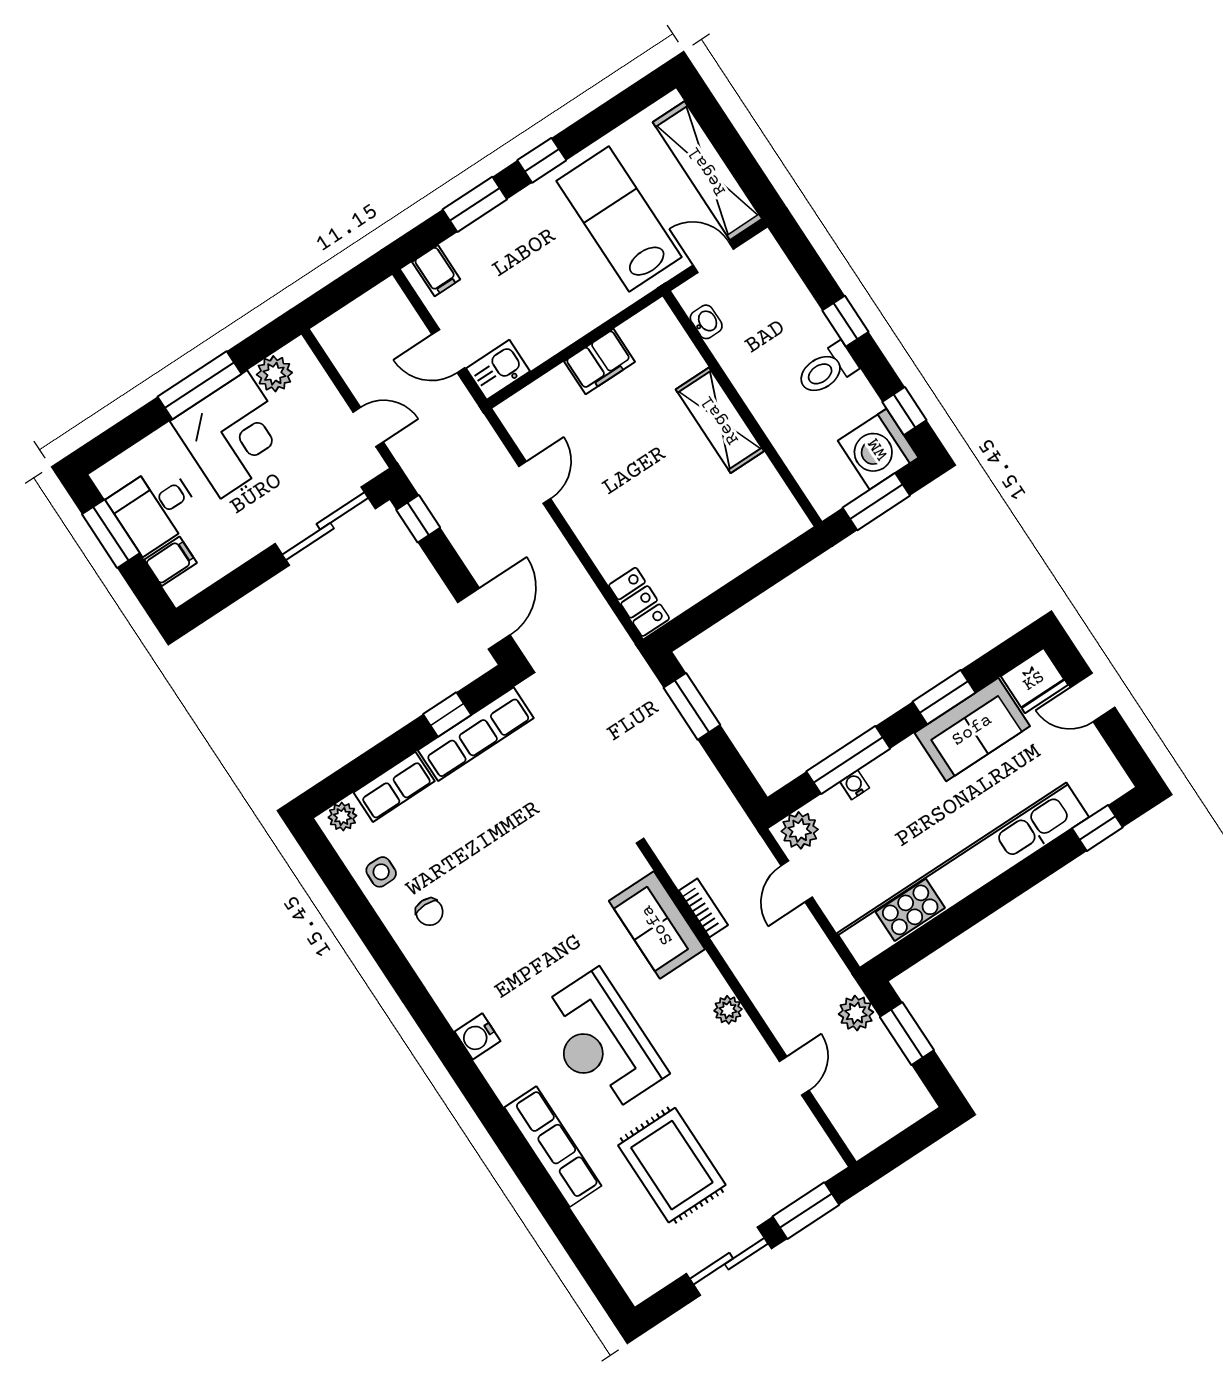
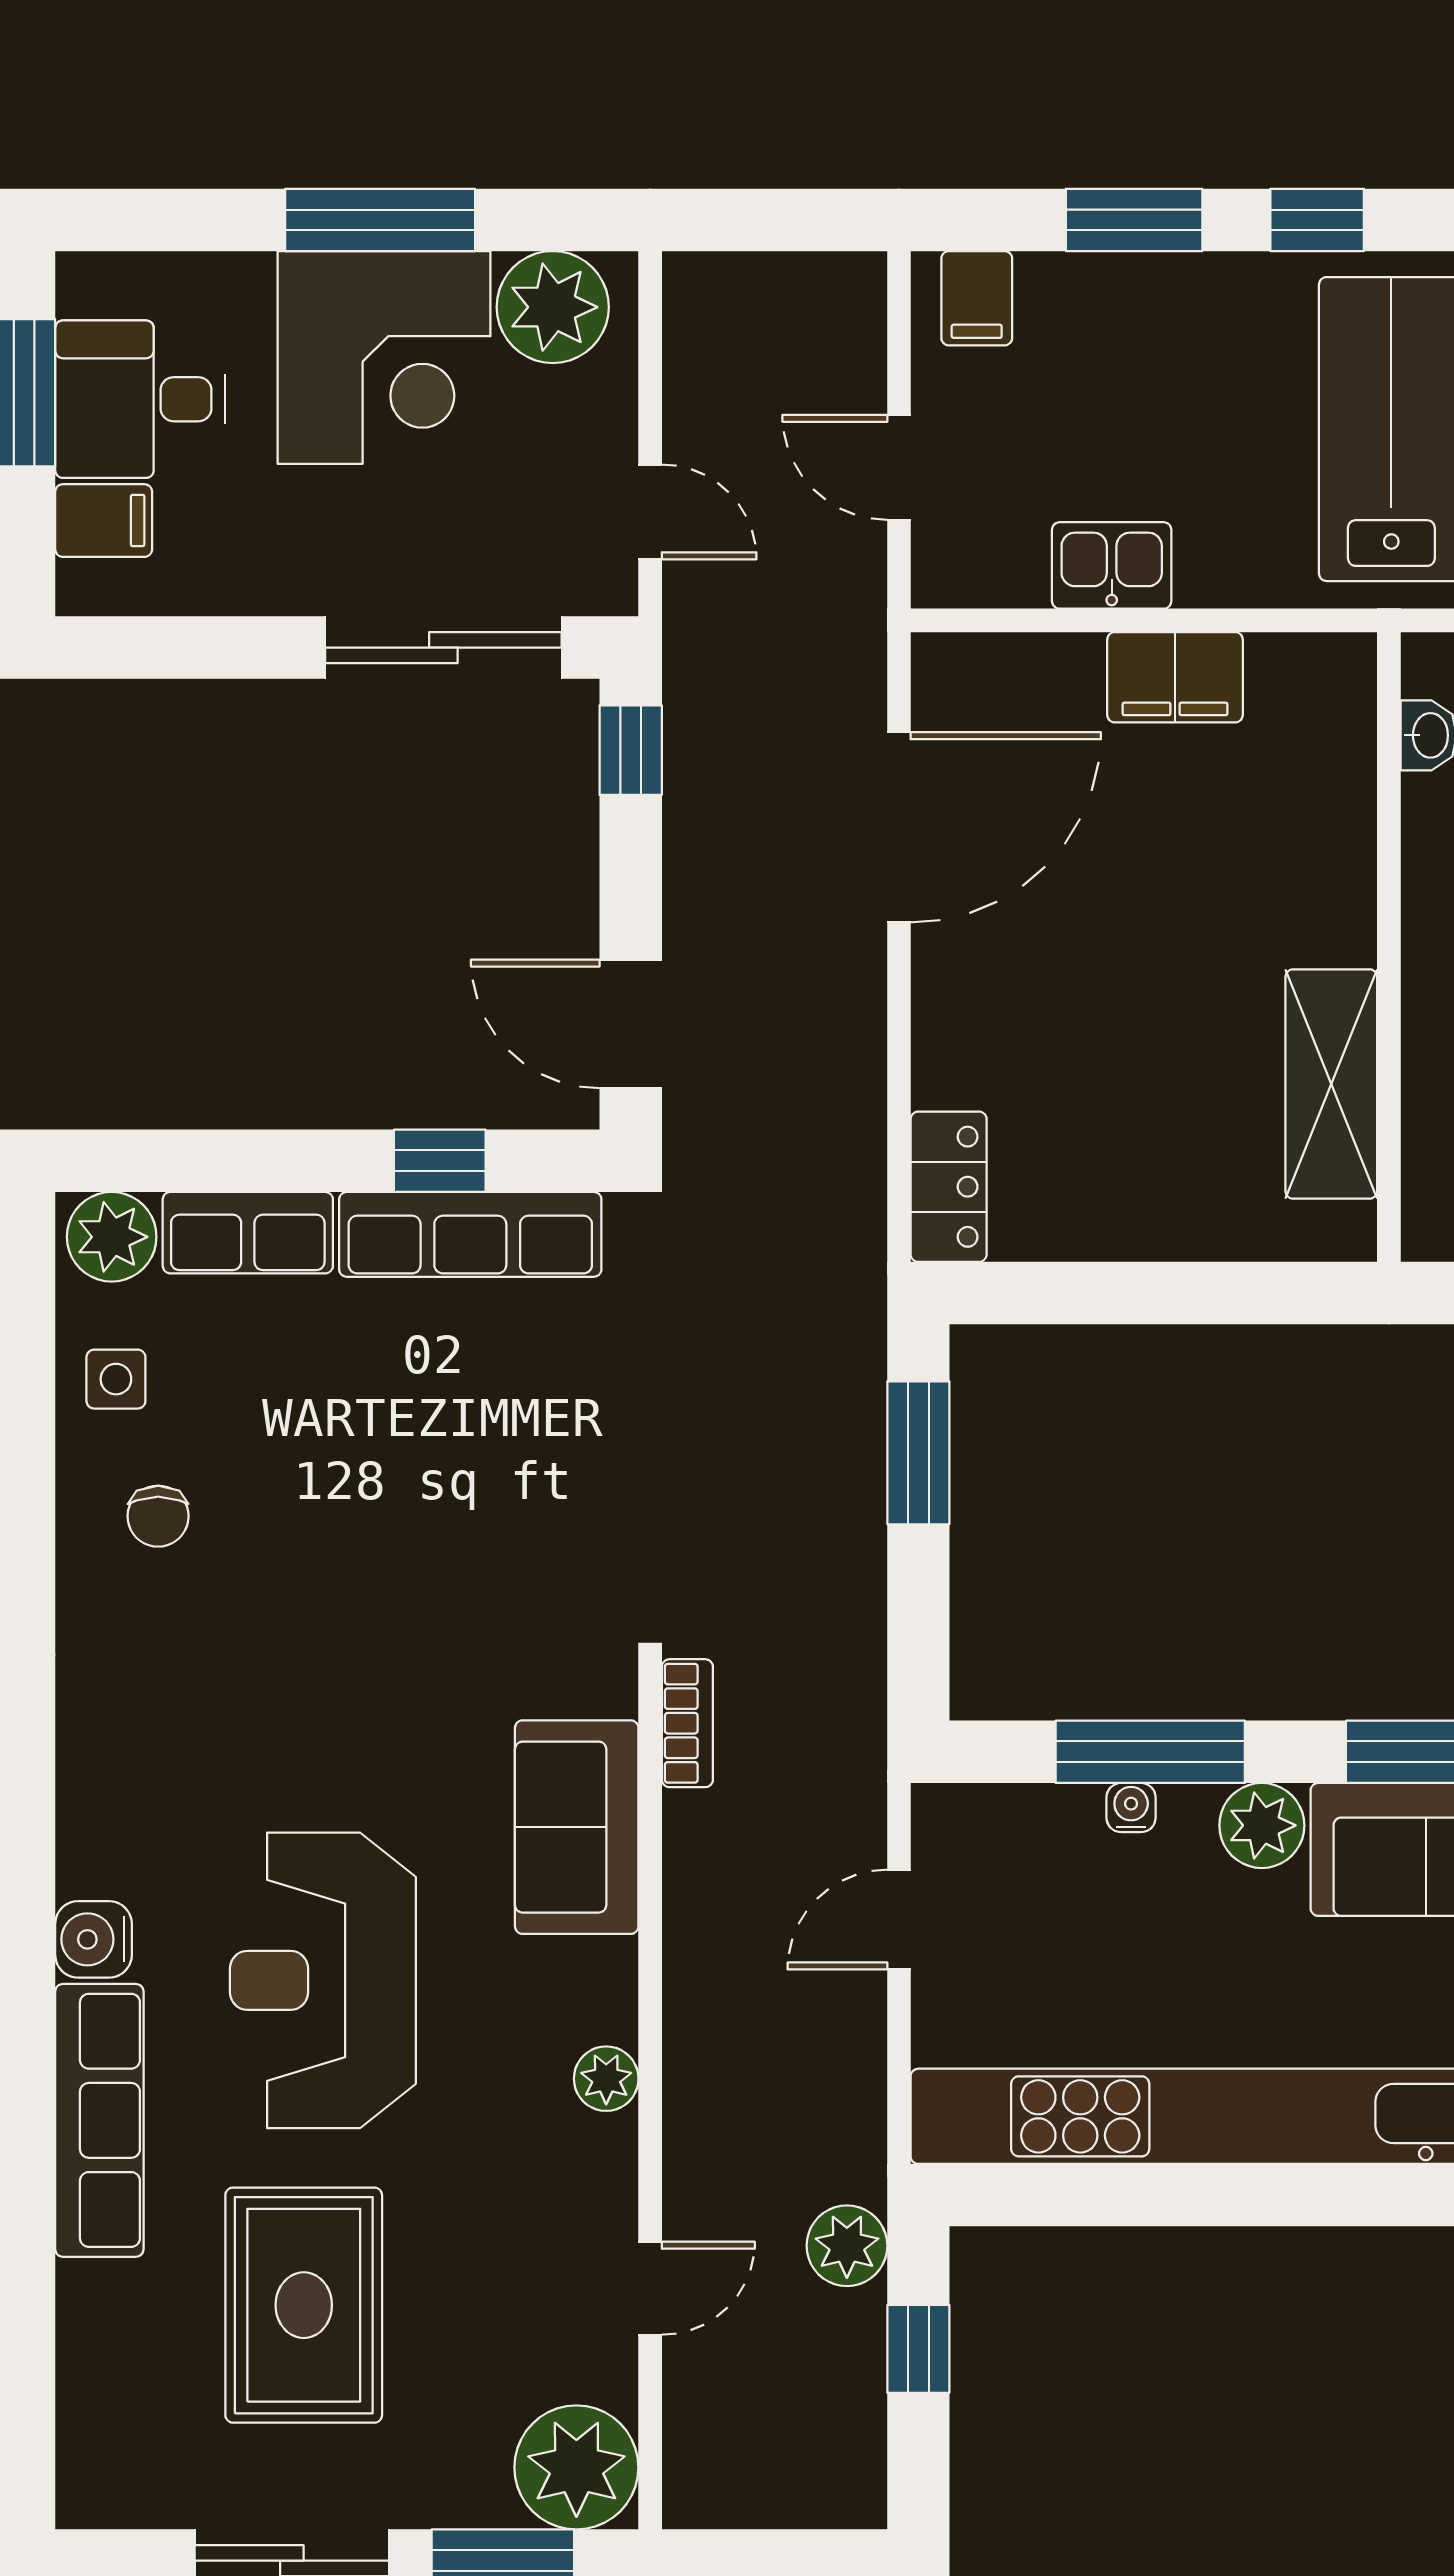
kitchen sink: (498, 370) -> (1112, 565), moved
plant: (274, 374) -> (553, 307), width x1.36, depth x1.36
shelving: (720, 420) -> (1331, 1084), moved
door: (535, 483) -> (899, 827), width x1.88
door: (484, 619) -> (631, 1024), swing flipped
plant: (342, 817) -> (112, 1237), width x1.38, depth x1.38
plant: (800, 830) -> (1262, 1825), moved
bookcase: (703, 908) -> (687, 1723), moved
window: (907, 1034) -> (918, 2349), width x0.67
water cooler: (477, 1036) -> (94, 1939), moved
plant: (810, 1159) -> (576, 2467), added

